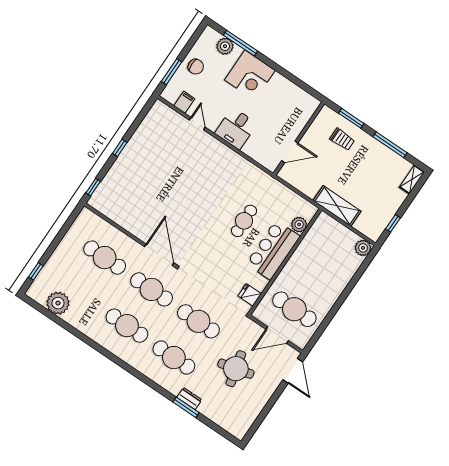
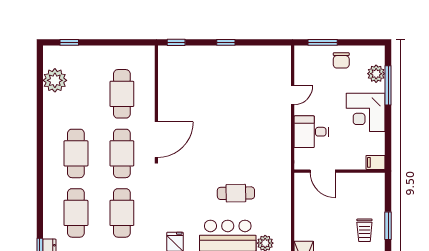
filing cabinet: (184, 102) -> (376, 162), moved, turned 180
wall: (299, 139) -> (340, 171), moved
door: (290, 152) -> (323, 171), moved

